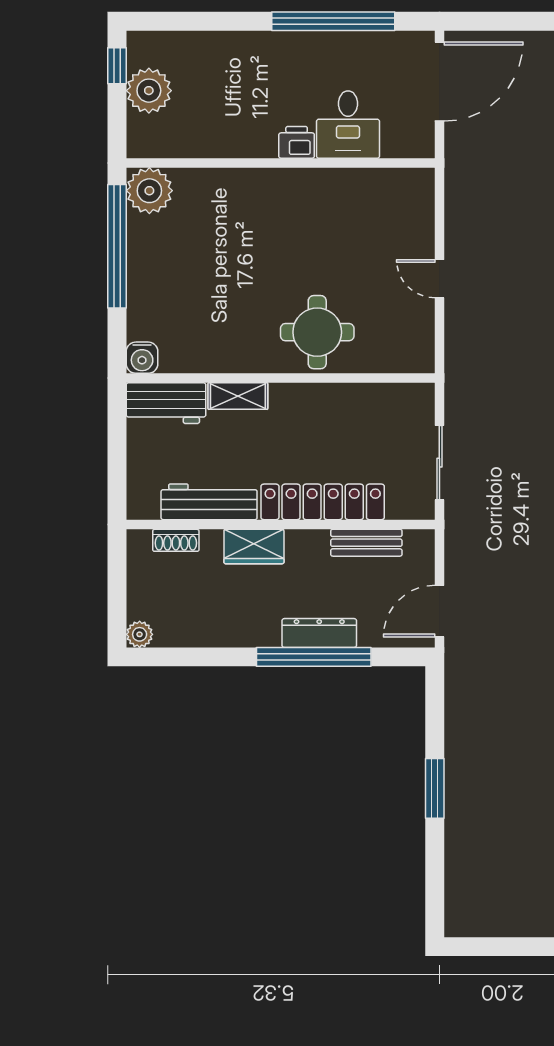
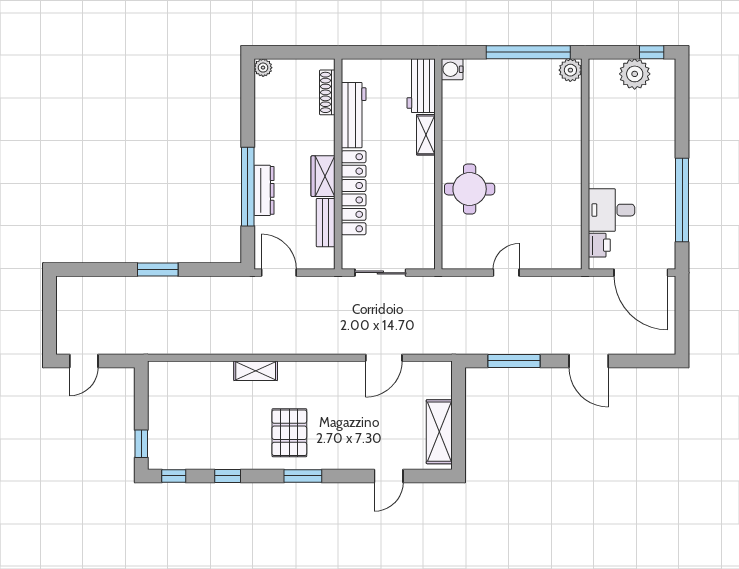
printer: (297, 142) -> (599, 245), moved
plant: (149, 191) -> (570, 70), width x0.73, depth x0.73
shoe rack: (176, 540) -> (327, 92), width x1.43
wardrobe: (254, 546) -> (323, 176), moved

